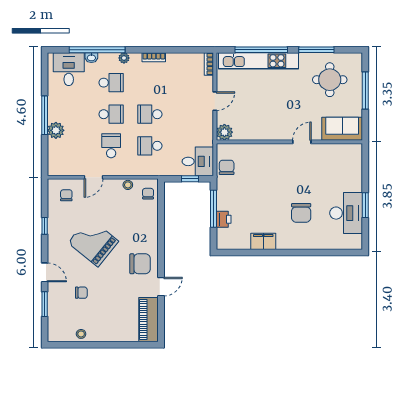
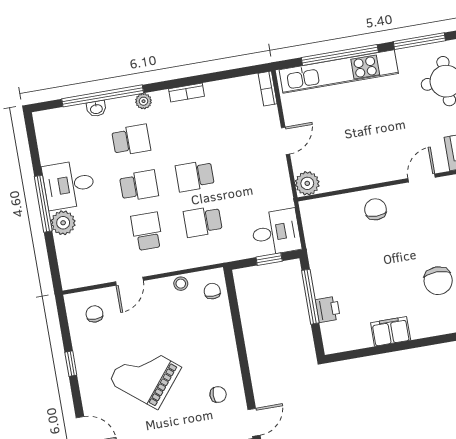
desk: (69, 69) -> (69, 185), moved, turned -90
chair: (227, 167) -> (375, 209), moved
chair: (140, 264) -> (218, 395), width x0.54, depth x0.54

